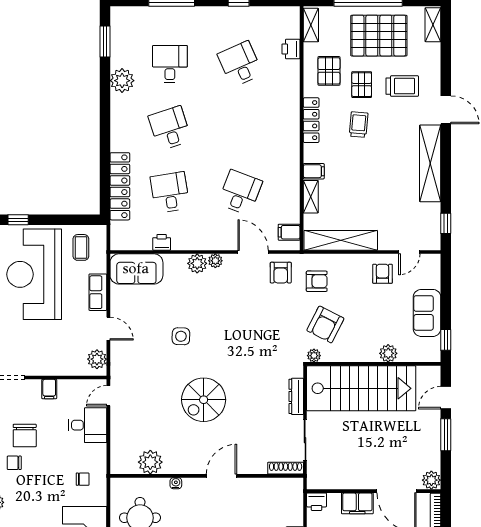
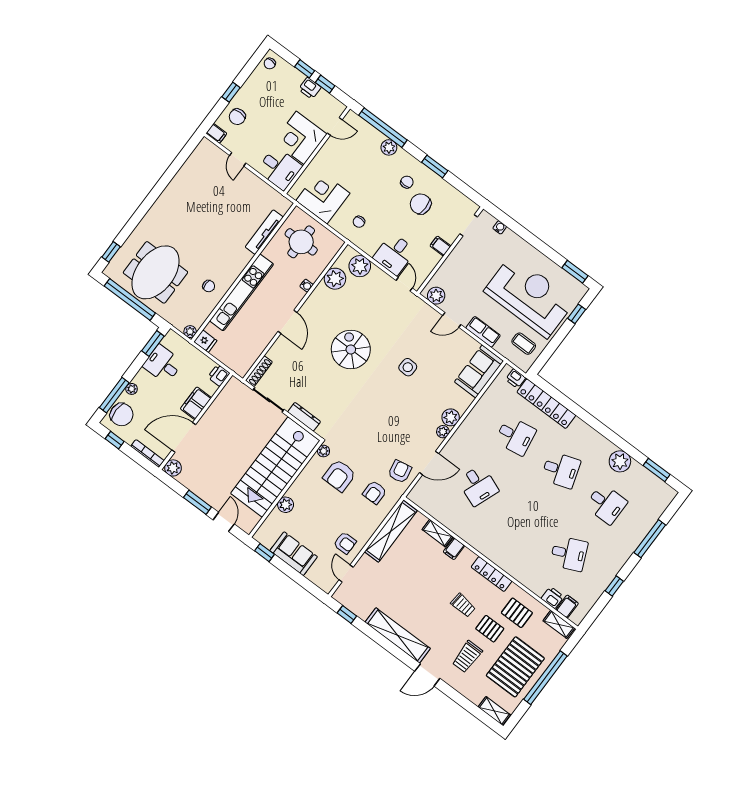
filing cabinet: (289, 232) -> (567, 607), moved
printer: (162, 242) -> (516, 379), moved, turned 90
armchair: (281, 273) -> (400, 472), turned 79
armchair: (325, 324) -> (339, 476), turned -117
plant: (122, 448) -> (360, 266), added

